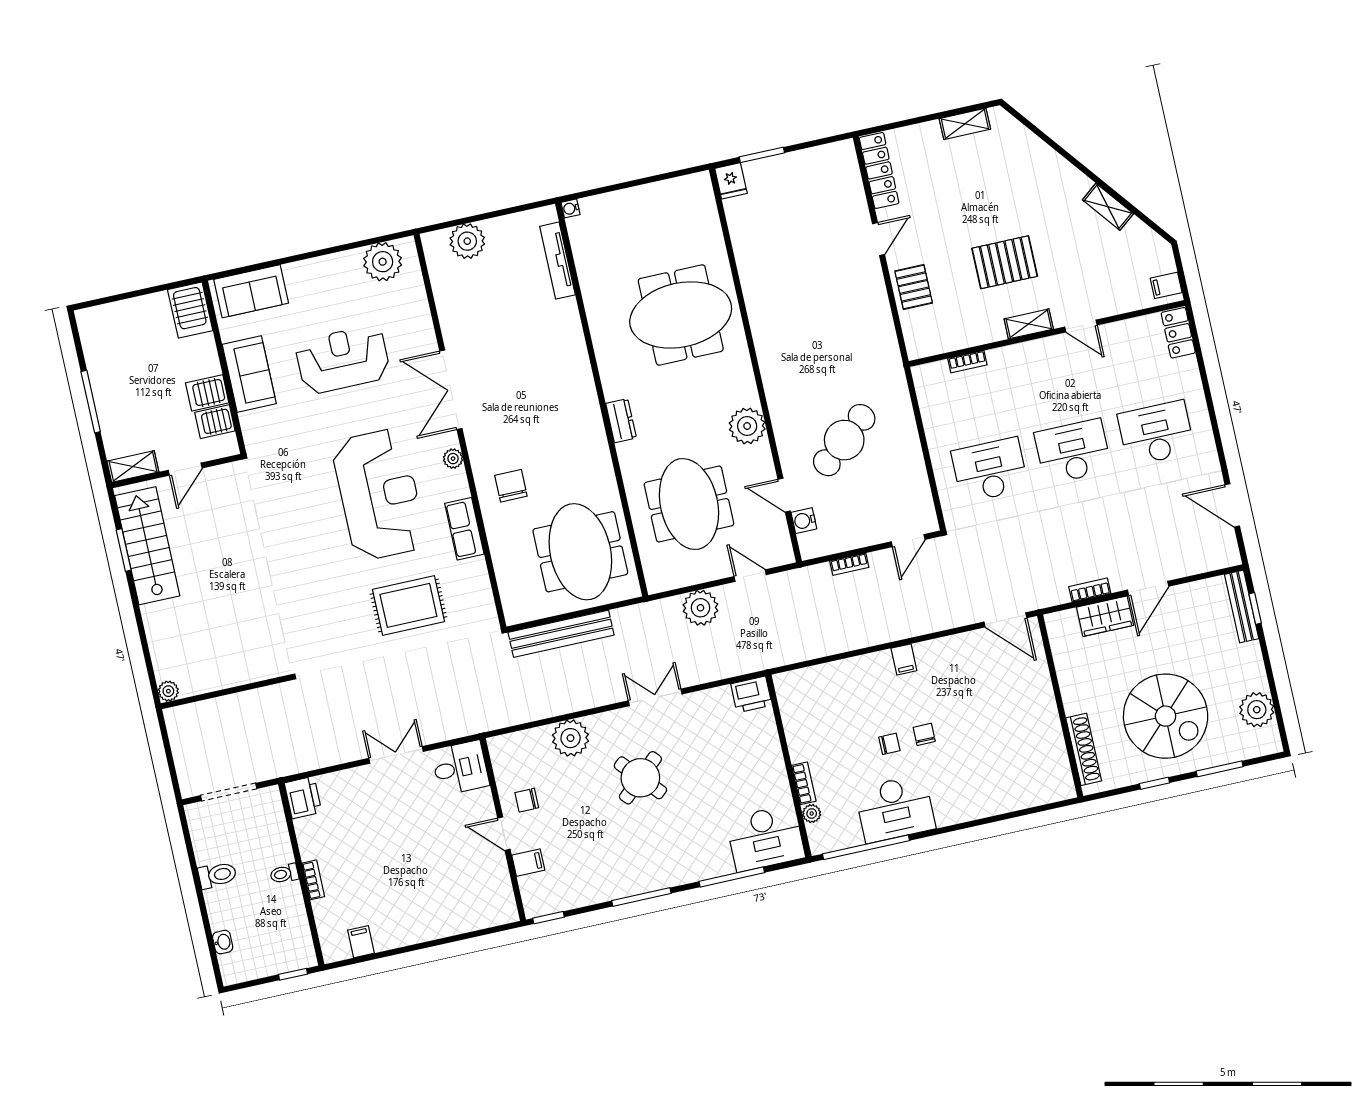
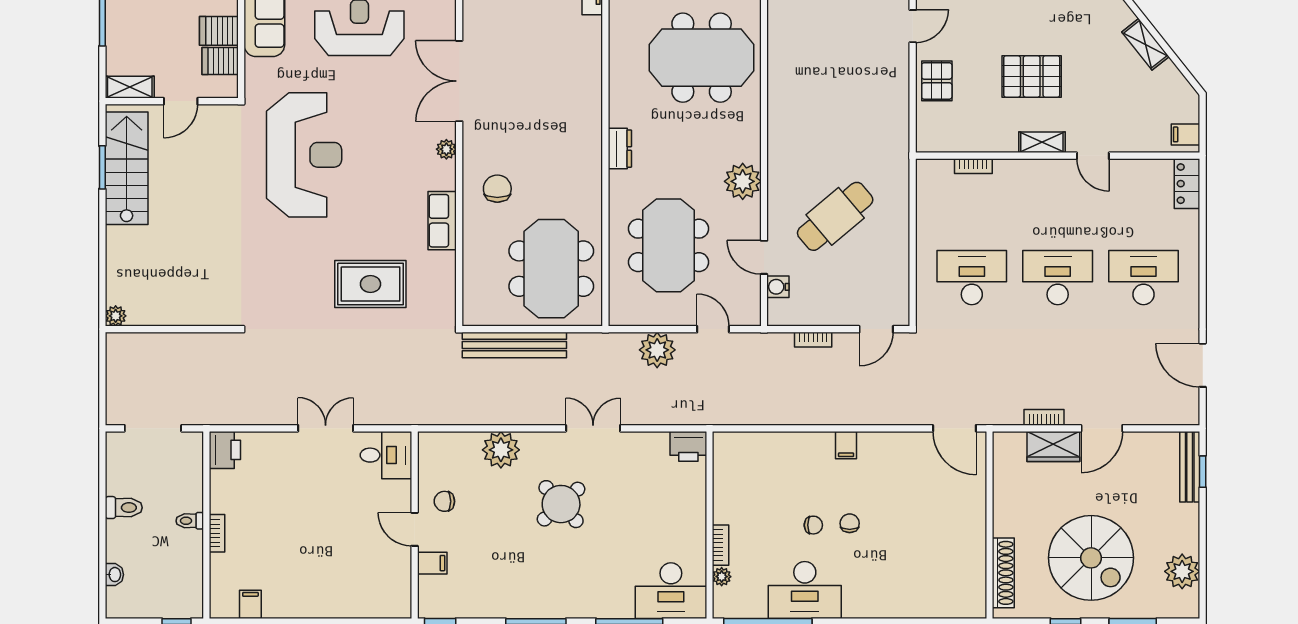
reception desk: (379, 495) -> (304, 155), moved

